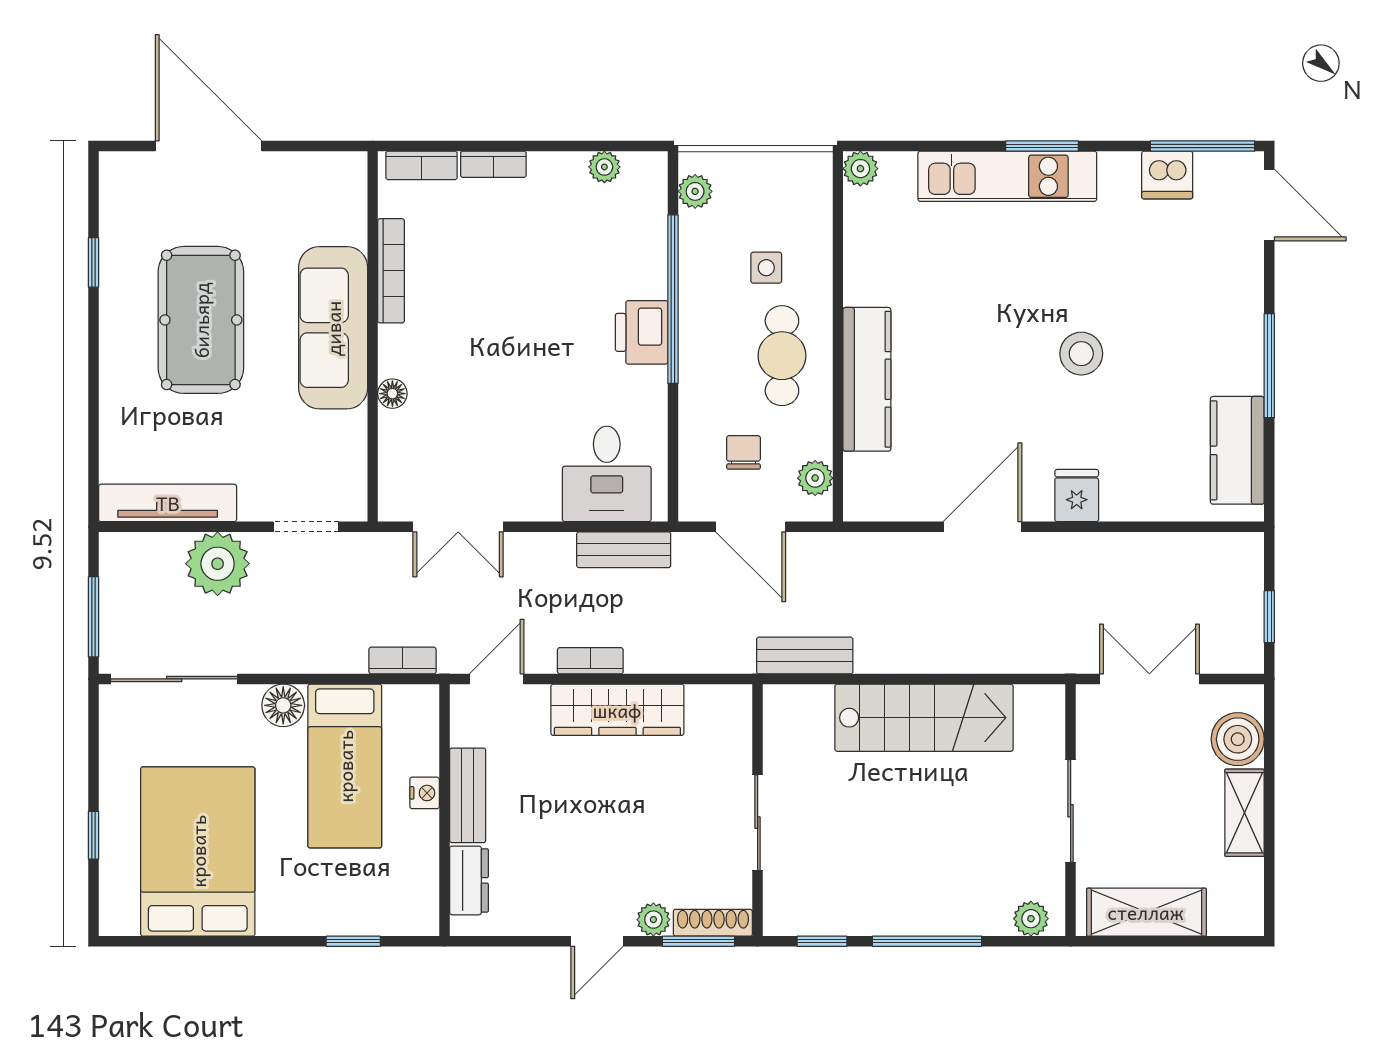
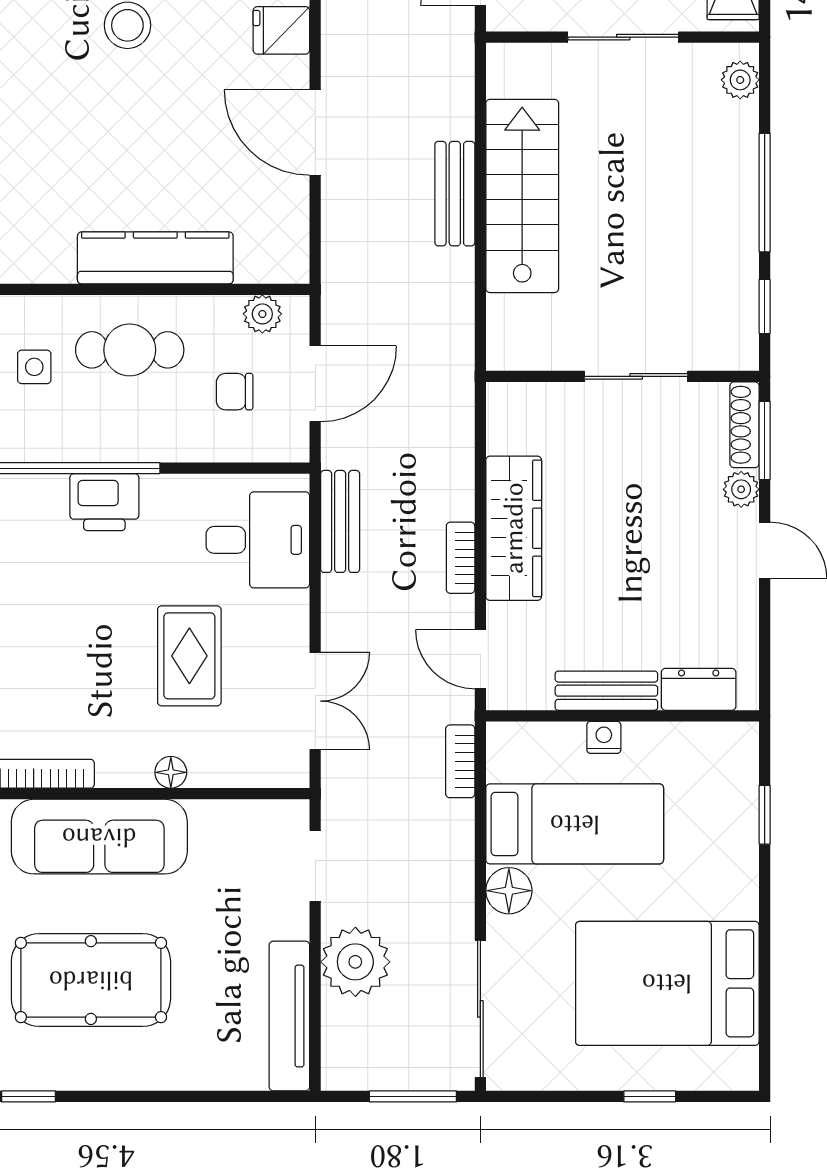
rug: (500, 411) -> (189, 656), added
bench: (805, 656) -> (455, 194), moved

